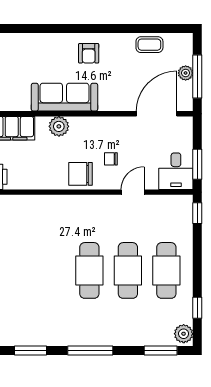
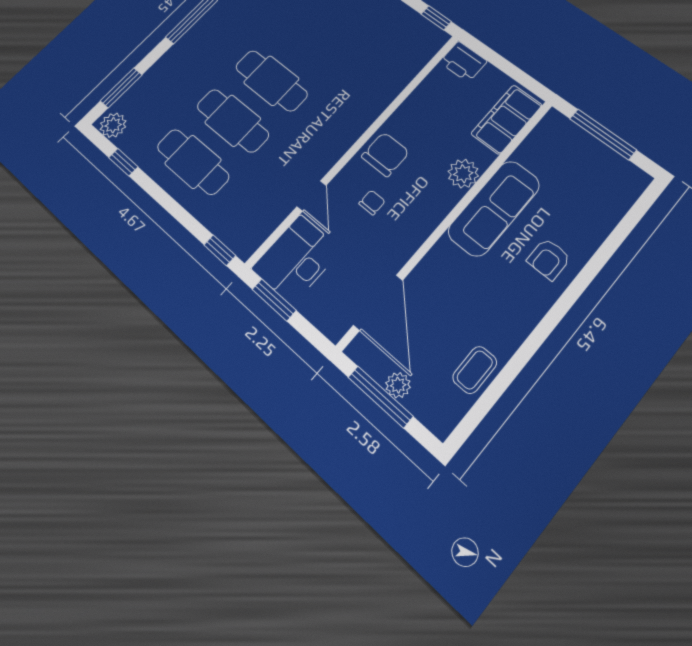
armchair: (89, 53) -> (549, 259), moved, turned -90
desk: (176, 171) -> (296, 259), width x1.37

